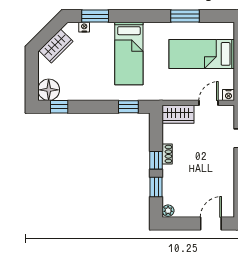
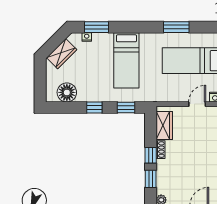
floor lamp: (49, 90) -> (67, 92), moved
window: (59, 107) -> (94, 108), moved
wardrobe: (178, 114) -> (164, 125), moved, turned -90

